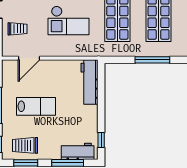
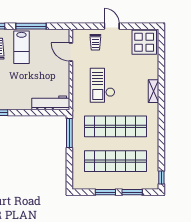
window: (152, 60) -> (69, 133), moved
lab bench: (36, 106) -> (21, 47), moved

